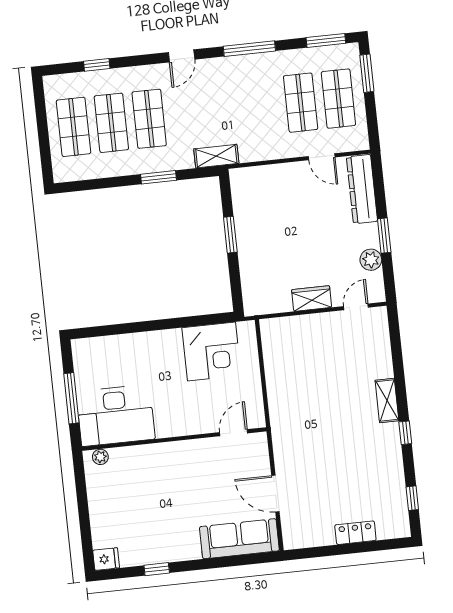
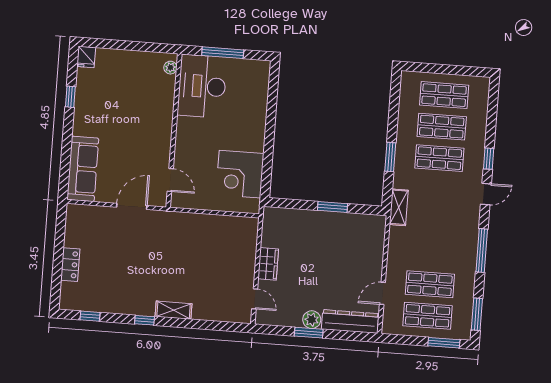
door: (182, 56) -> (486, 194), swing flipped
window: (97, 65) -> (489, 159), moved
plant: (371, 260) -> (312, 320), moved
door: (275, 494) -> (132, 206), moved

